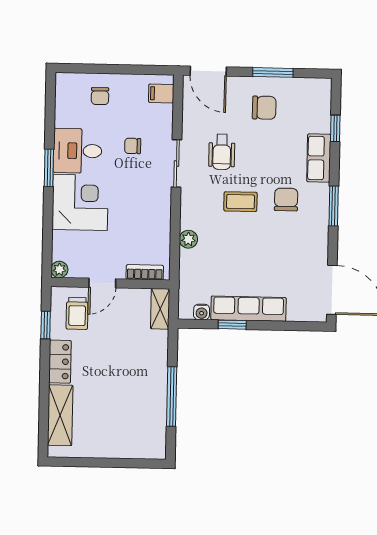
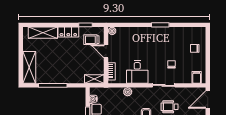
desk: (78, 151) -> (137, 72), moved, turned 180
corner desk: (80, 202) -> (144, 40), removed
shelving: (133, 445) -> (29, 67), added

